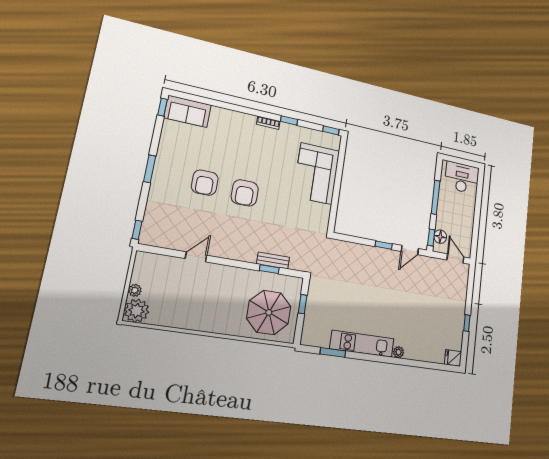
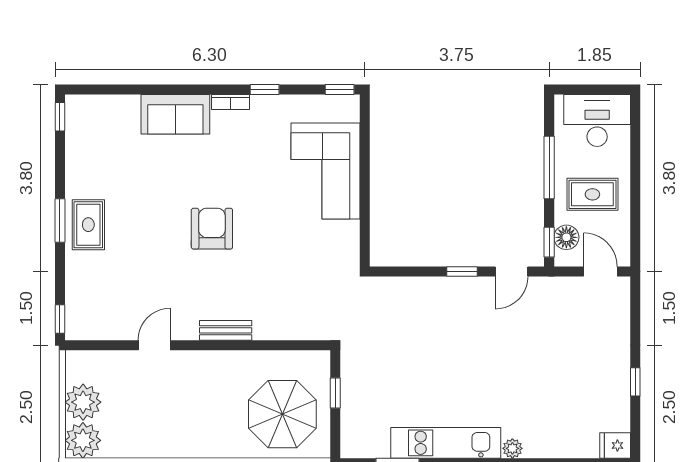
sofa: (188, 111) -> (175, 114), moved
rug: (168, 175) -> (88, 225), added
armchair: (205, 183) -> (146, 225), removed
armchair: (245, 193) -> (212, 229), turned 180
rug: (456, 216) -> (592, 194), added
bench: (273, 260) -> (226, 330), moved
window: (269, 269) -> (272, 345), removed
plant: (135, 290) -> (83, 402), width x1.88, depth x1.88

